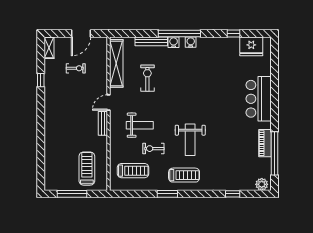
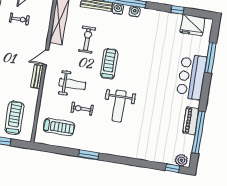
window: (274, 76) -> (210, 58), added
treadmill: (184, 175) -> (109, 64), moved, turned -90
window: (233, 194) -> (172, 168), moved

